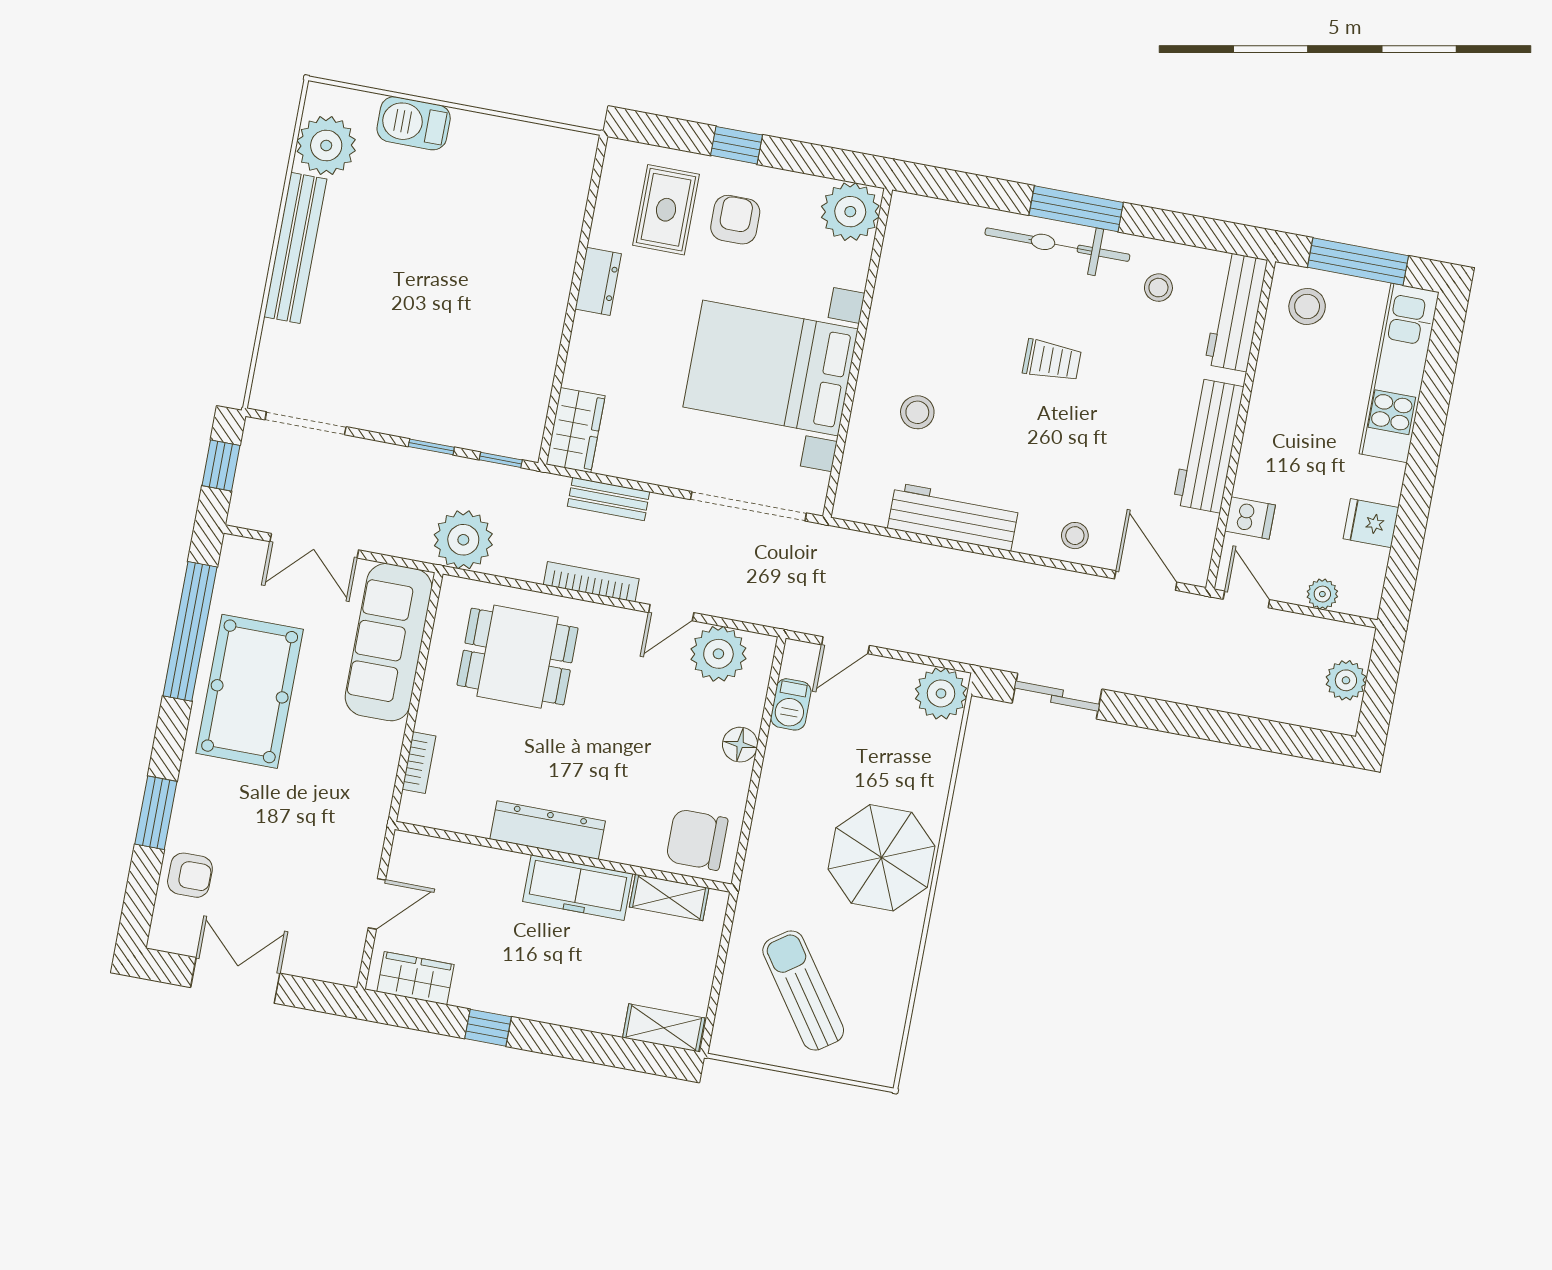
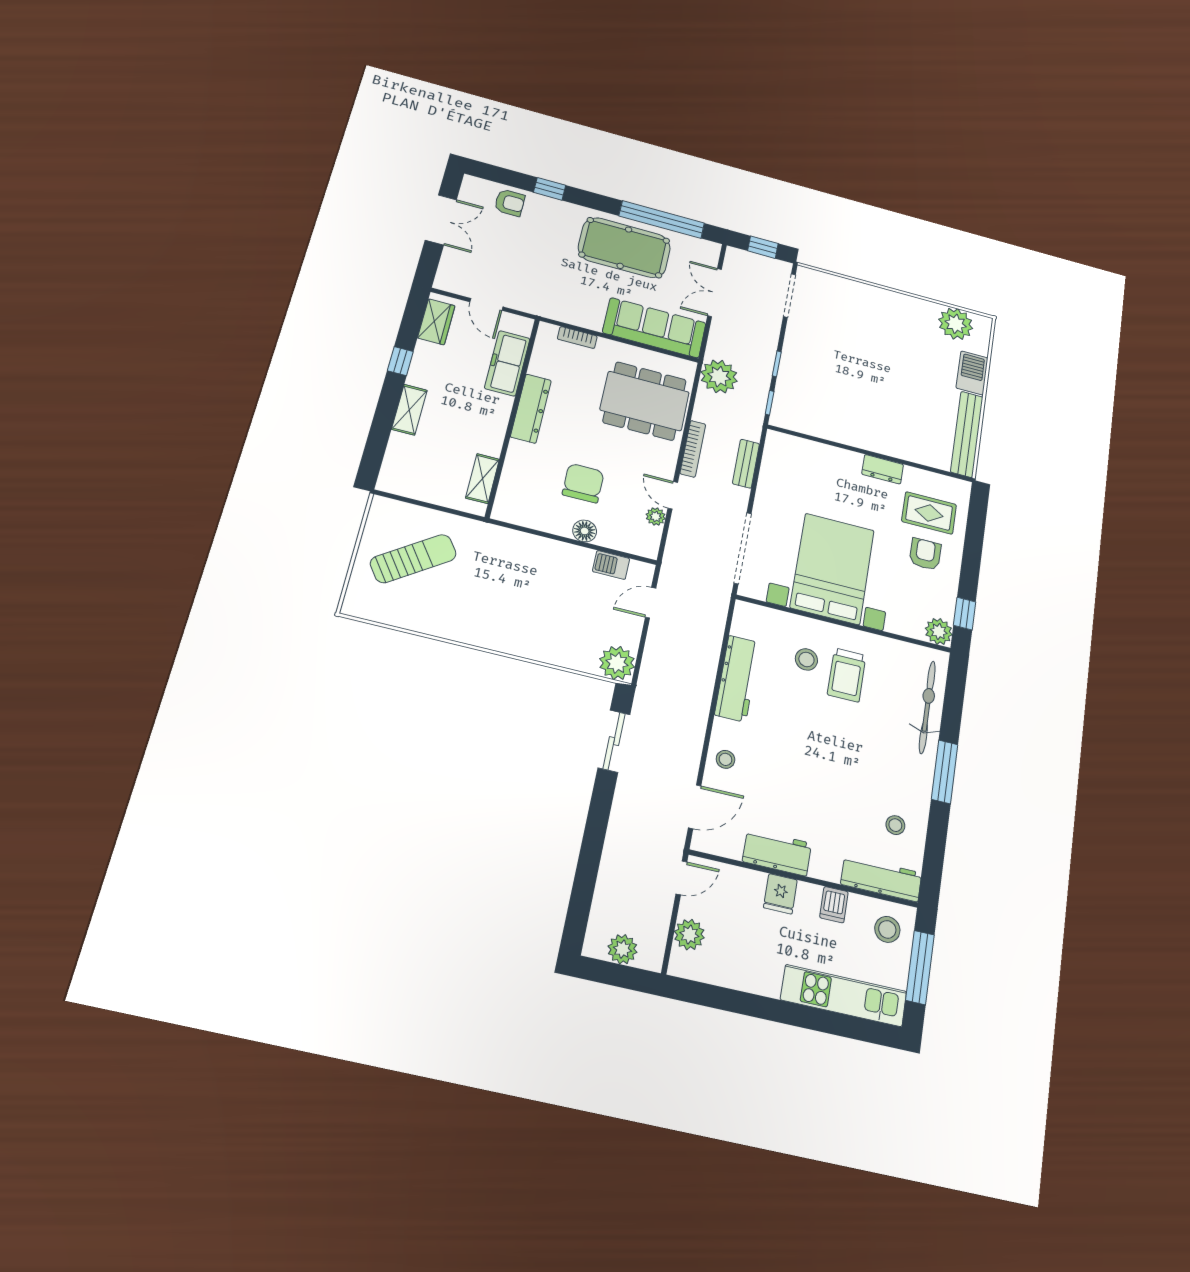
window: (736, 145) -> (965, 614), moved
plant: (850, 212) -> (939, 631), width x0.73, depth x0.73
armchair: (735, 220) -> (925, 554), turned -90
bicycle: (1057, 245) -> (927, 707), moved
bench: (295, 248) -> (967, 434), moved, turned 90
trolley: (1052, 360) -> (847, 675), moved, width x1.36, depth x1.39
wardrobe: (576, 430) -> (789, 448), removed
workbench: (1208, 446) -> (777, 852), width x0.73
dishwasher: (1250, 518) -> (834, 905), moved
fridge: (1371, 523) -> (780, 894), moved, turned 180
plant: (1322, 594) -> (689, 935), width x1.38, depth x1.38
door: (845, 645) -> (651, 603), hinge flipped
plant: (718, 654) -> (656, 516), width x0.53, depth x0.53
dining table: (518, 657) -> (645, 401), width x1.38
window: (156, 813) -> (550, 189), width x0.67
chair: (697, 840) -> (583, 483), moved
parasol: (881, 858) -> (504, 616), removed
armchair: (190, 875) -> (510, 203), turned -90
freezer: (578, 888) -> (507, 363), moved
shelving: (664, 1028) -> (409, 410), moved

